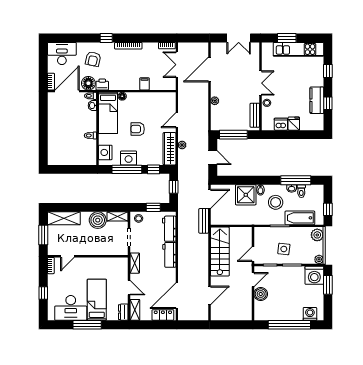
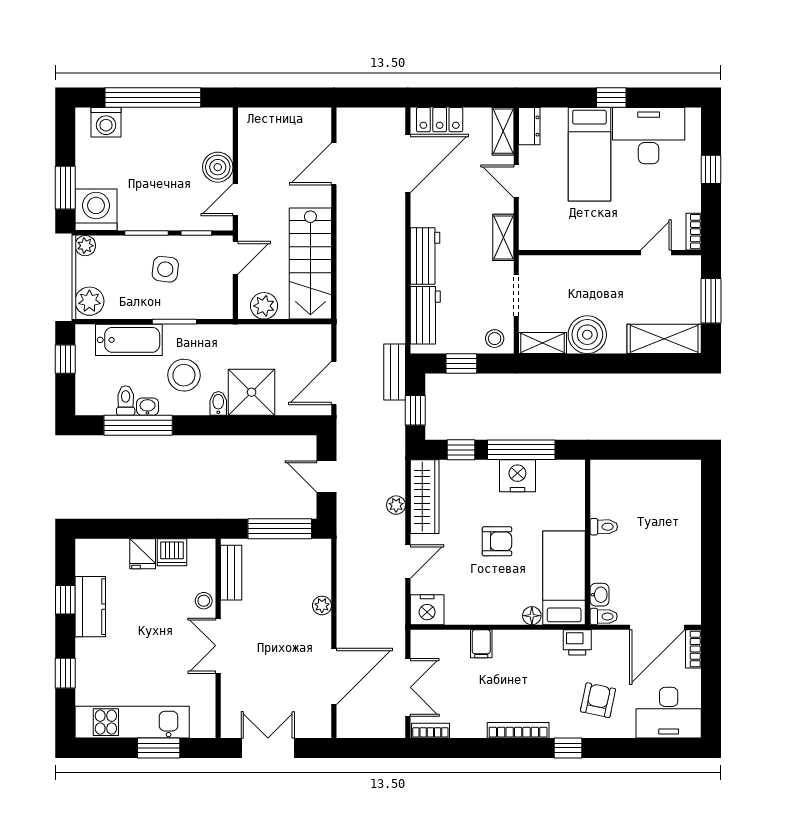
floor lamp: (88, 83) -> (609, 645), removed
nightstand: (105, 152) -> (427, 610), moved, turned 90
bench: (204, 221) -> (395, 372), moved
plant: (240, 233) -> (264, 306), added
window: (87, 325) -> (611, 97), width x0.46

